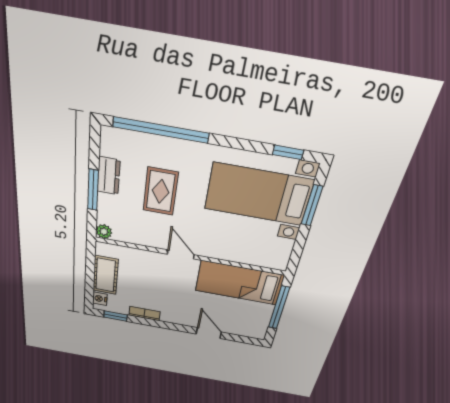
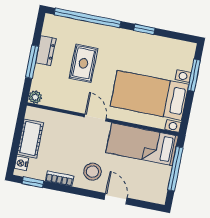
window: (288, 152) -> (144, 29), moved
bed with nightstands: (258, 194) -> (149, 95), moved
stool: (181, 308) -> (92, 172), added

